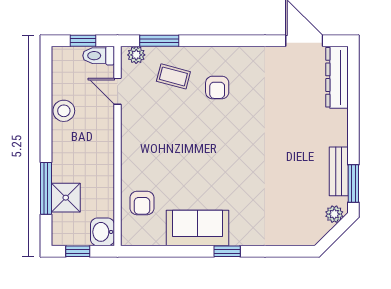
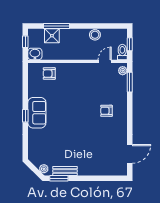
coffee table: (173, 76) -> (112, 89), removed
dresser: (337, 77) -> (112, 170), removed
sofa: (198, 228) -> (37, 113), moved

